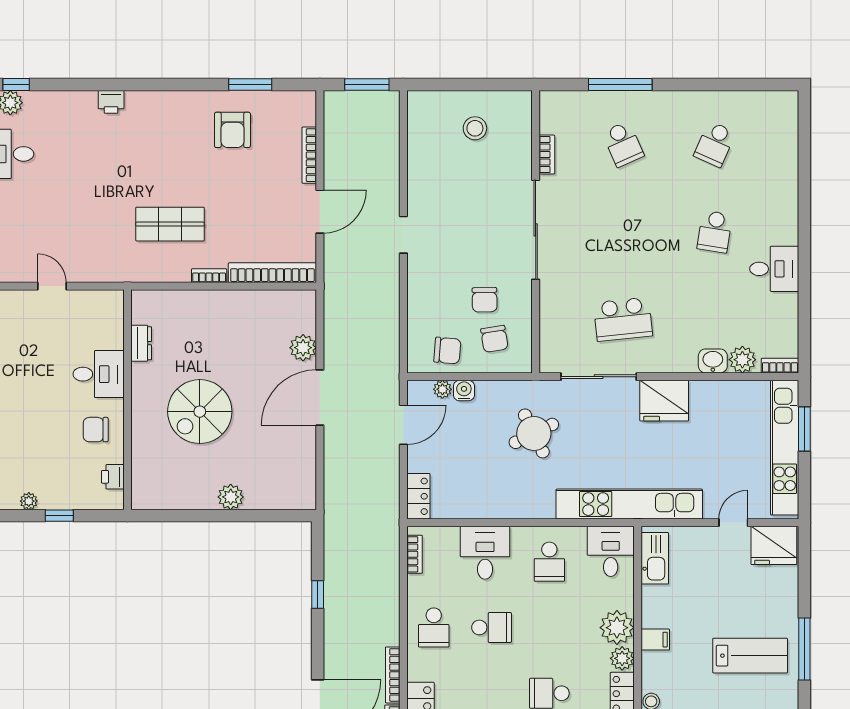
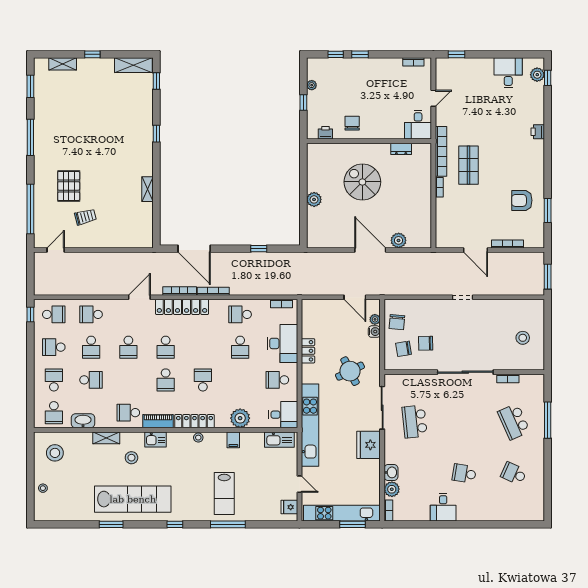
school desk: (623, 144) -> (514, 422), width x1.85
bookcase: (272, 273) -> (441, 151), moved
desk: (99, 374) -> (418, 125), moved
locker: (418, 496) -> (308, 351), moved, turned -90
fridge: (774, 545) -> (289, 507), width x0.53, depth x0.75
desk: (485, 553) -> (282, 343), width x1.37
plant: (622, 658) -> (223, 421), removed

